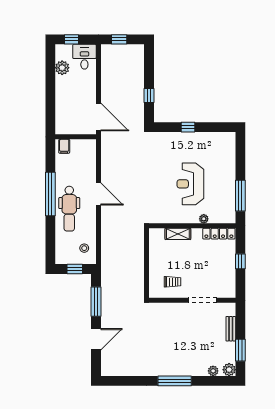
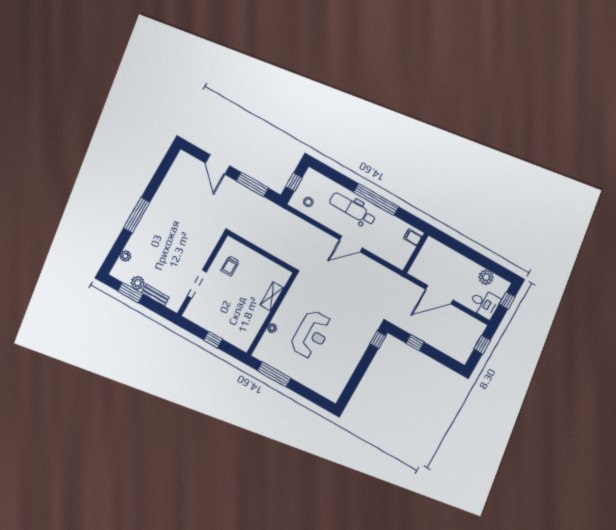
door: (98, 117) -> (439, 295), moved
window: (188, 127) -> (378, 340), moved
reception desk: (190, 184) -> (311, 334), turned 90
locker: (219, 234) -> (250, 334), removed
plant: (229, 370) -> (138, 283), moved

